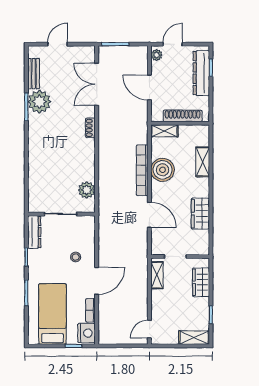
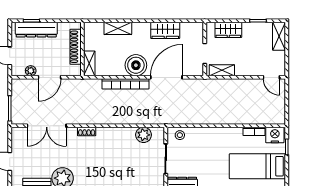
plant: (157, 55) -> (31, 71), moved
boiler: (162, 170) -> (136, 65), moved
door: (149, 215) -> (166, 77), width x1.36
stool: (76, 257) -> (180, 135), moved
door: (97, 281) -> (227, 126), removed

